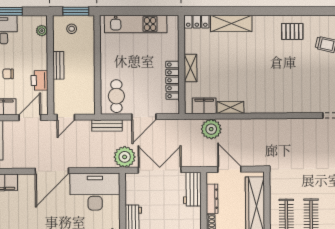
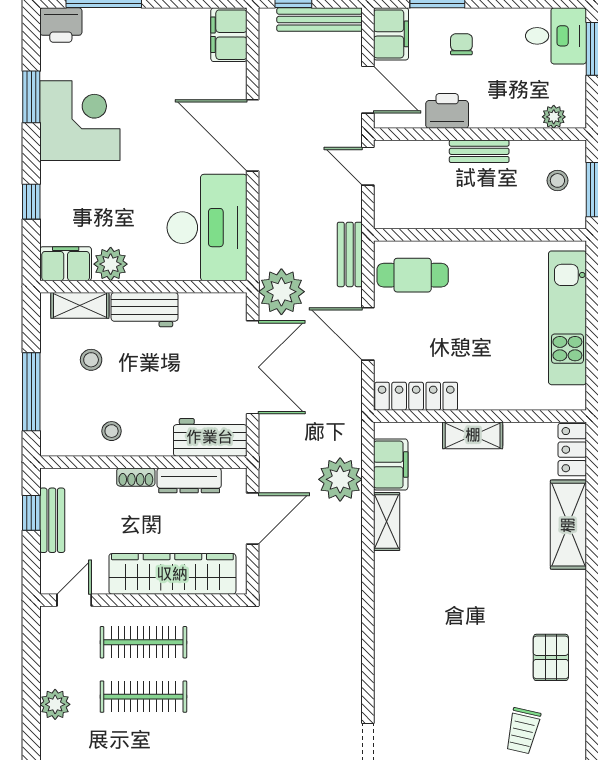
locker: (172, 80) -> (416, 396), moved

